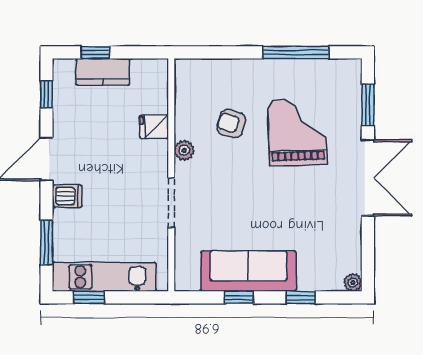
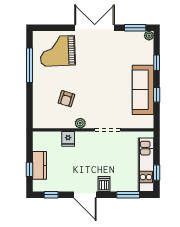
window: (368, 105) -> (135, 28), moved
grand piano: (297, 132) -> (58, 51), moved

